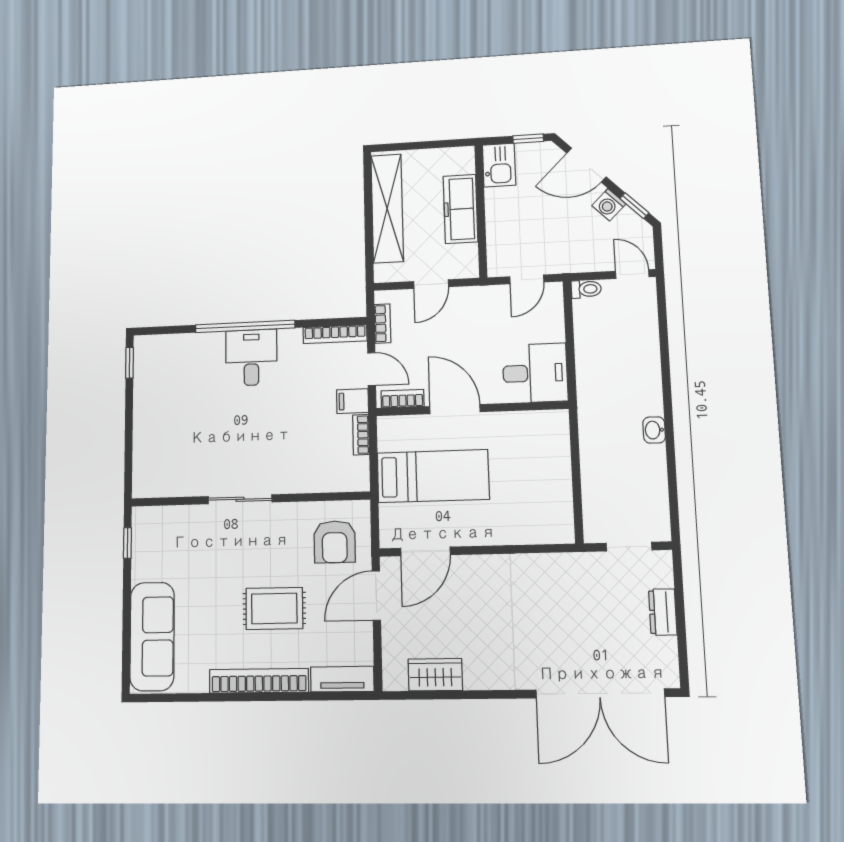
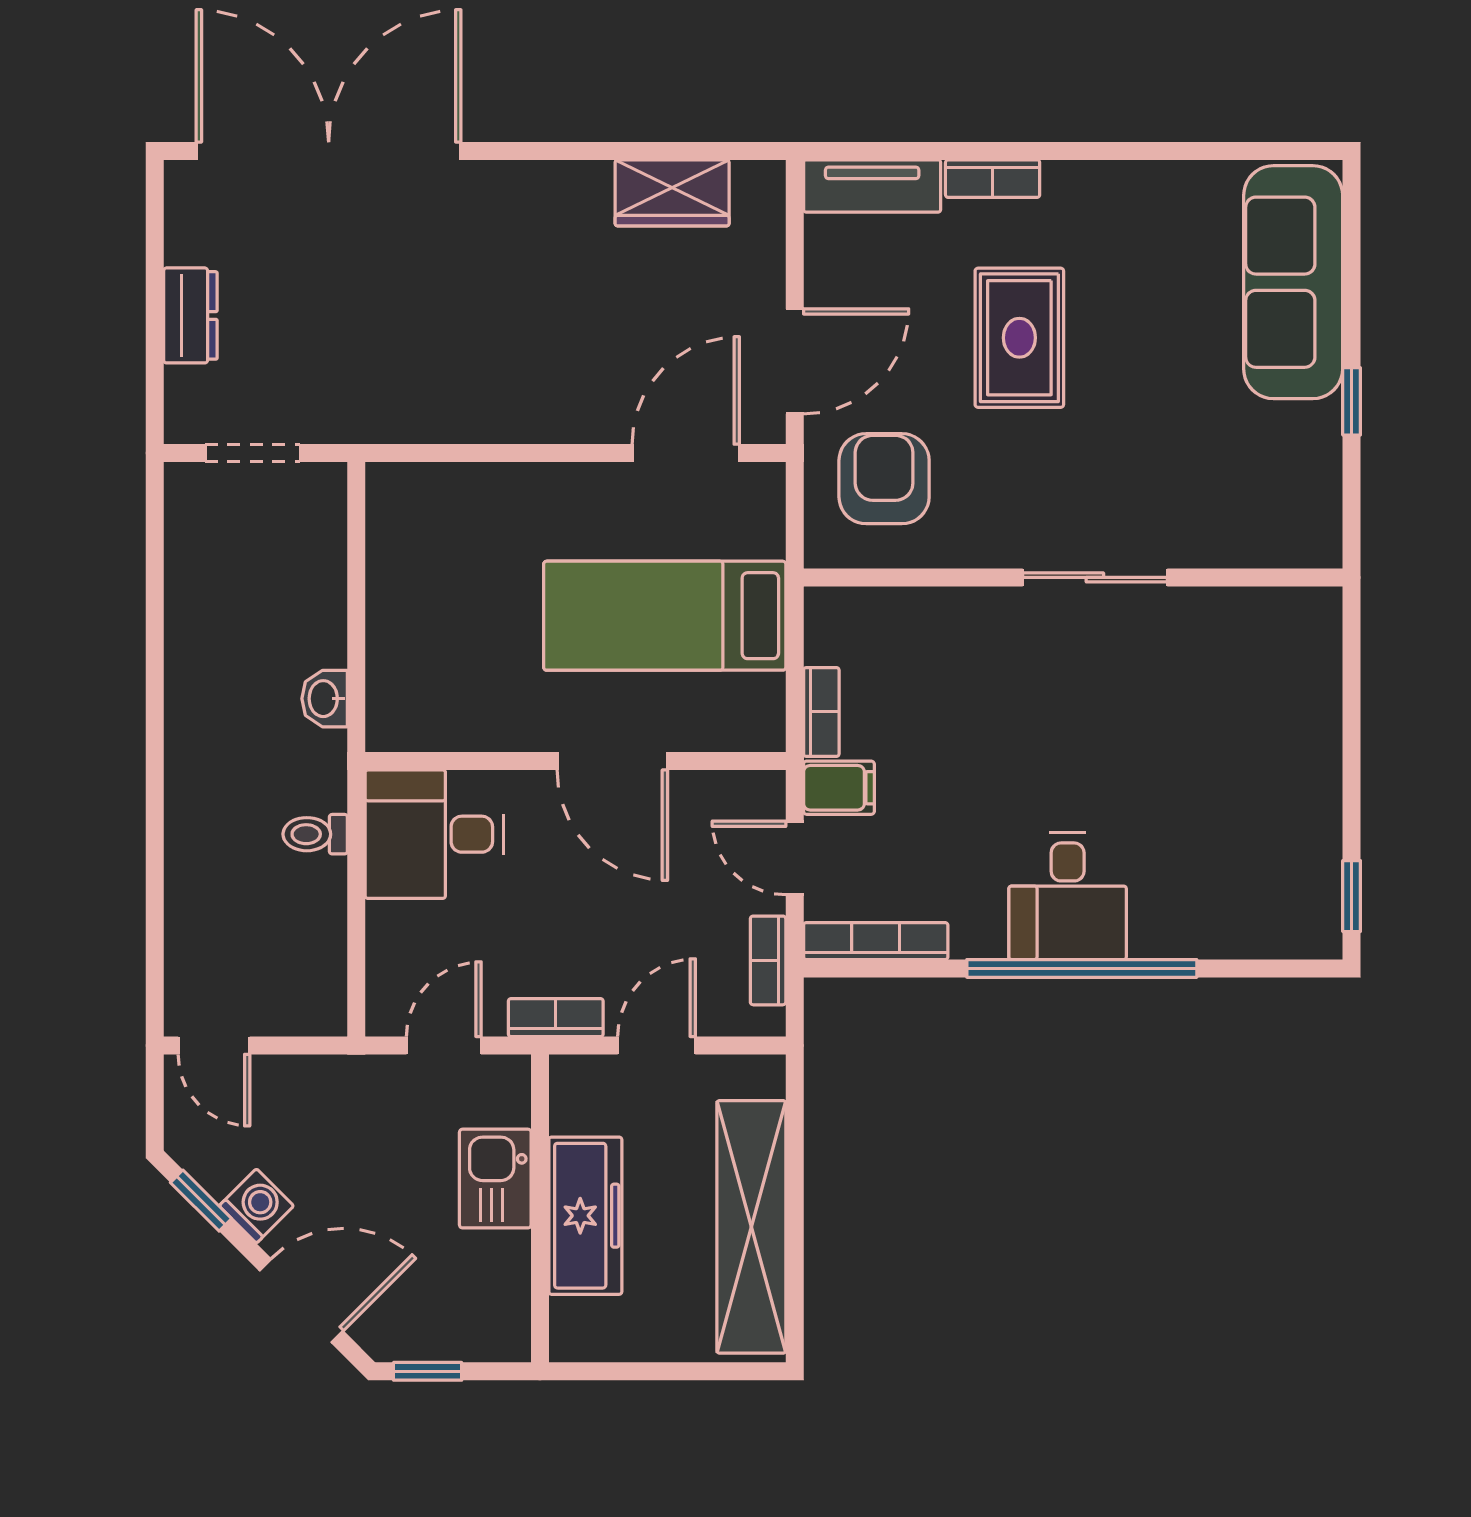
kitchen sink: (499, 165) -> (495, 1179), moved
toilet: (586, 289) -> (315, 834), moved
bookcase: (403, 399) -> (556, 1018), moved, turned 180
washbasin: (654, 430) -> (325, 699), moved, turned 180
window: (127, 543) -> (1352, 401), moved
rug: (274, 608) -> (1019, 338), turned 90
bookcase: (259, 681) -> (993, 179), width x0.43, depth x0.76

